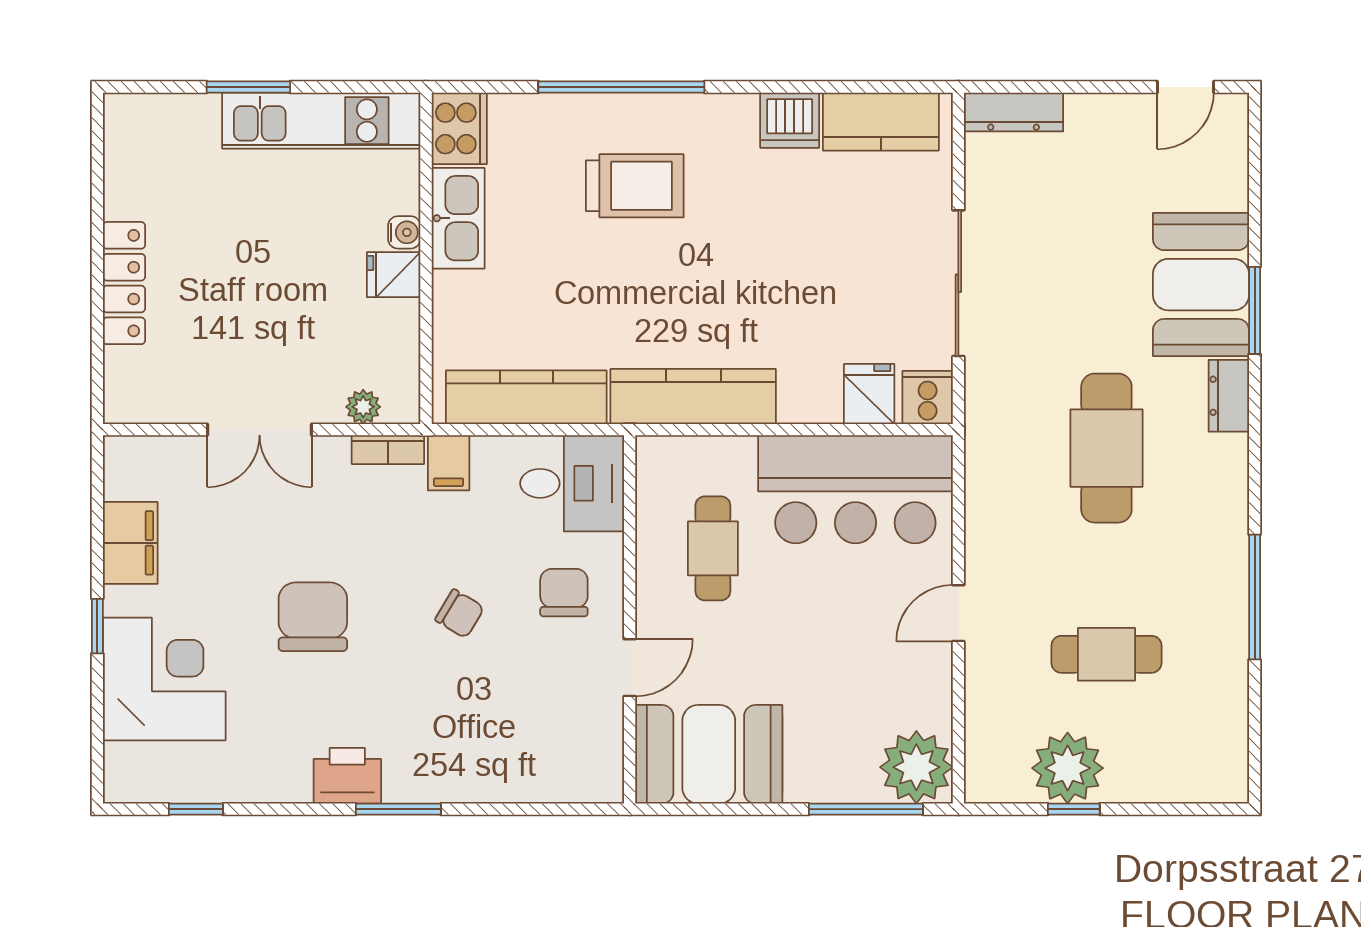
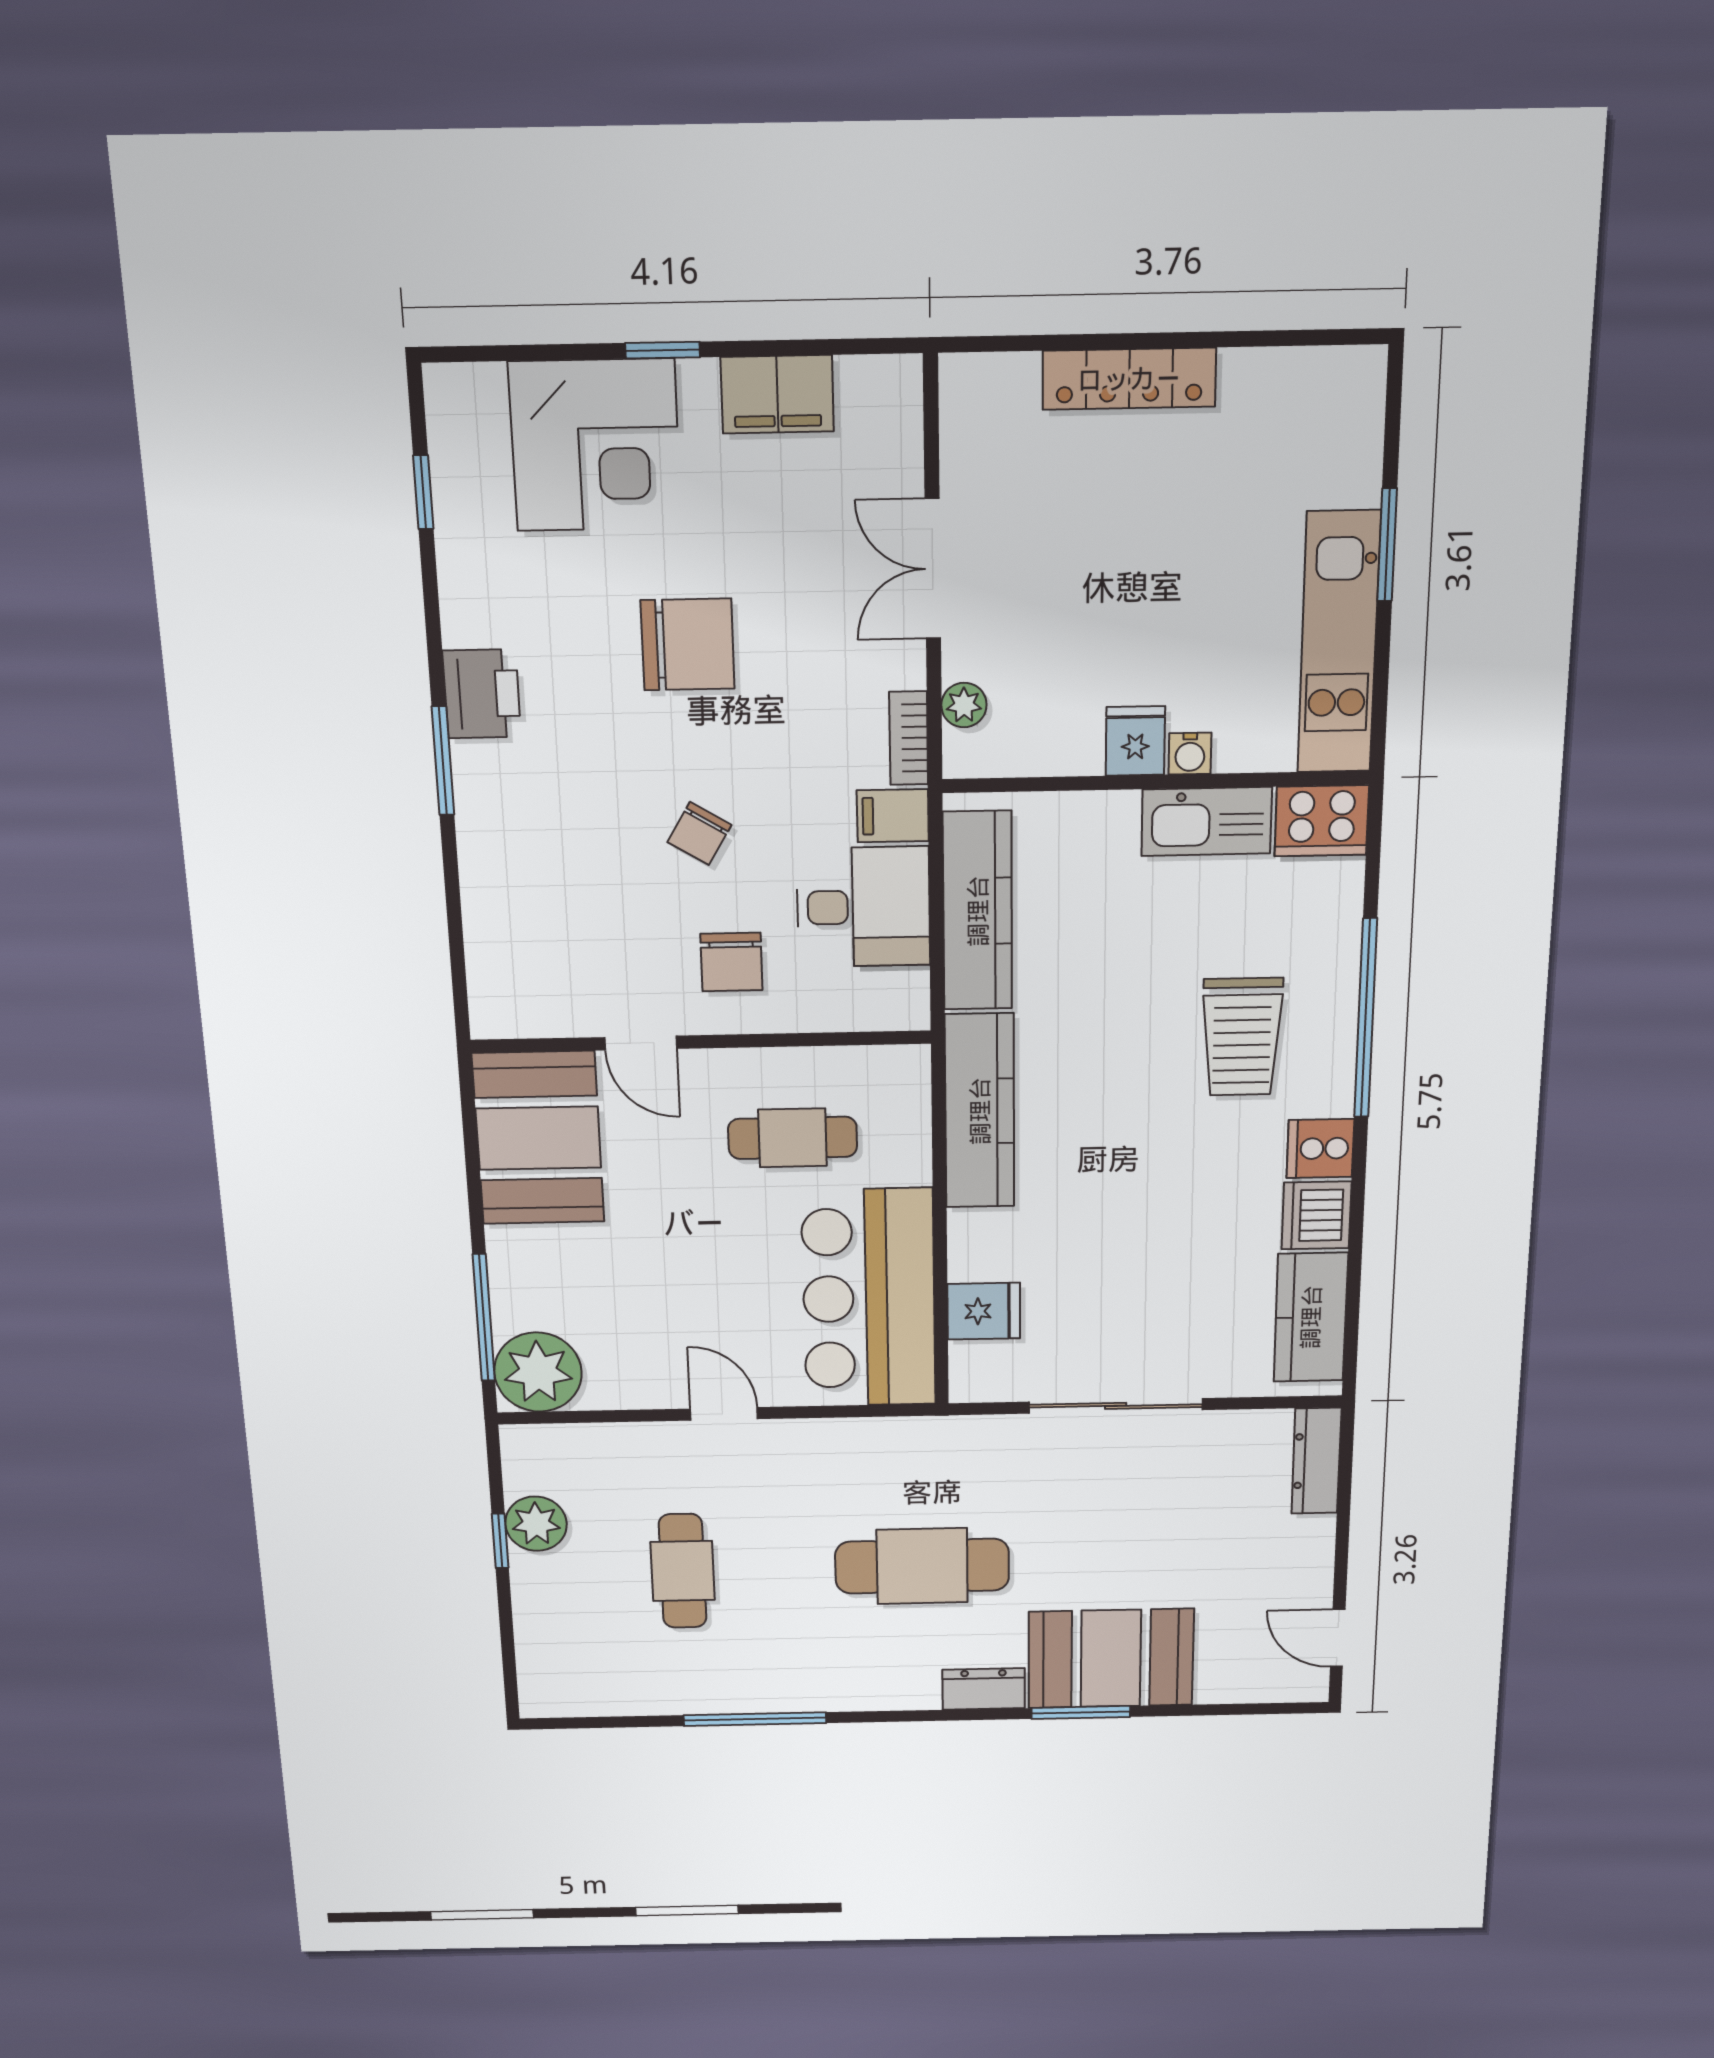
cooker: (928, 397) -> (1320, 1148), moved, turned 180
desk: (572, 483) -> (863, 907), moved, turned -90
chair: (564, 593) -> (731, 962), turned 90
plant: (1068, 768) -> (536, 1524), width x0.73, depth x0.73

